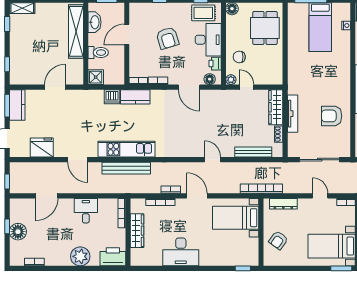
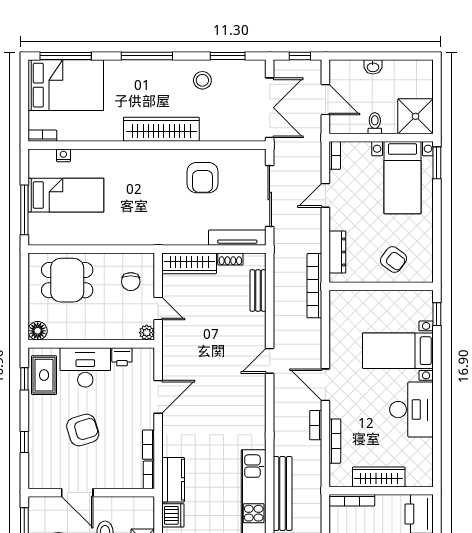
chair: (239, 57) -> (131, 282), moved
floor lamp: (210, 79) -> (146, 365), removed
door: (247, 87) -> (158, 309), swing flipped
tv unit: (293, 114) -> (237, 238), moved
bench: (253, 152) -> (258, 291), width x0.73
door: (197, 196) -> (325, 385), hinge flipped
bed with nightstands: (236, 218) -> (398, 351), moved, turned 90

